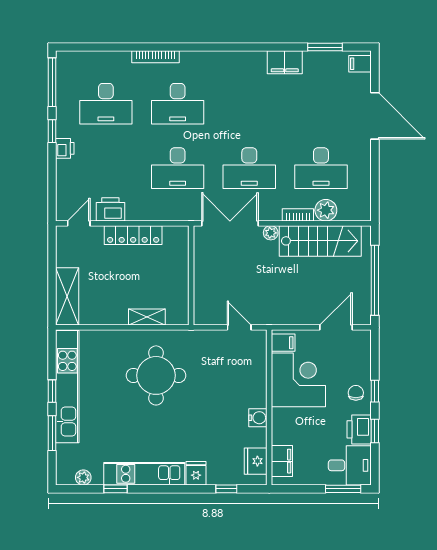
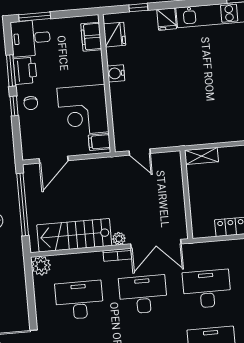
plant: (326, 210) -> (41, 266), moved
bookcase: (298, 215) -> (117, 255), moved
shelving: (147, 317) -> (202, 156), moved
round table: (156, 375) -> (210, 103), removed
window: (375, 431) -> (11, 71), width x1.50

